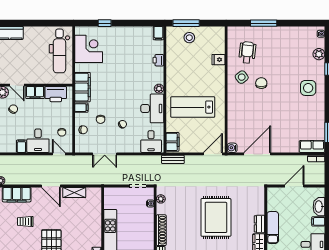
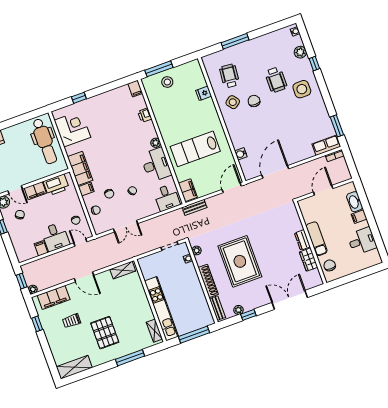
wheelchair: (288, 71) -> (276, 80), added
water cooler: (232, 148) -> (241, 154), moved
shelving: (74, 192) -> (123, 270), moved
rug: (216, 217) -> (240, 261), moved

